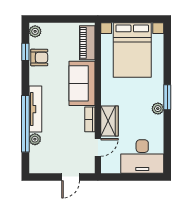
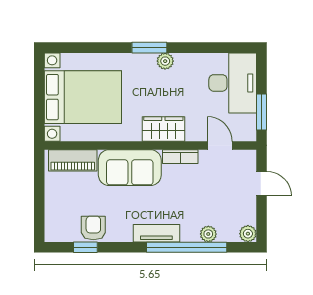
plant: (35, 31) -> (248, 234), moved
tv unit: (35, 109) -> (156, 233), width x0.71
wardrobe: (109, 121) -> (163, 129), moved
window: (122, 177) -> (262, 112), added

